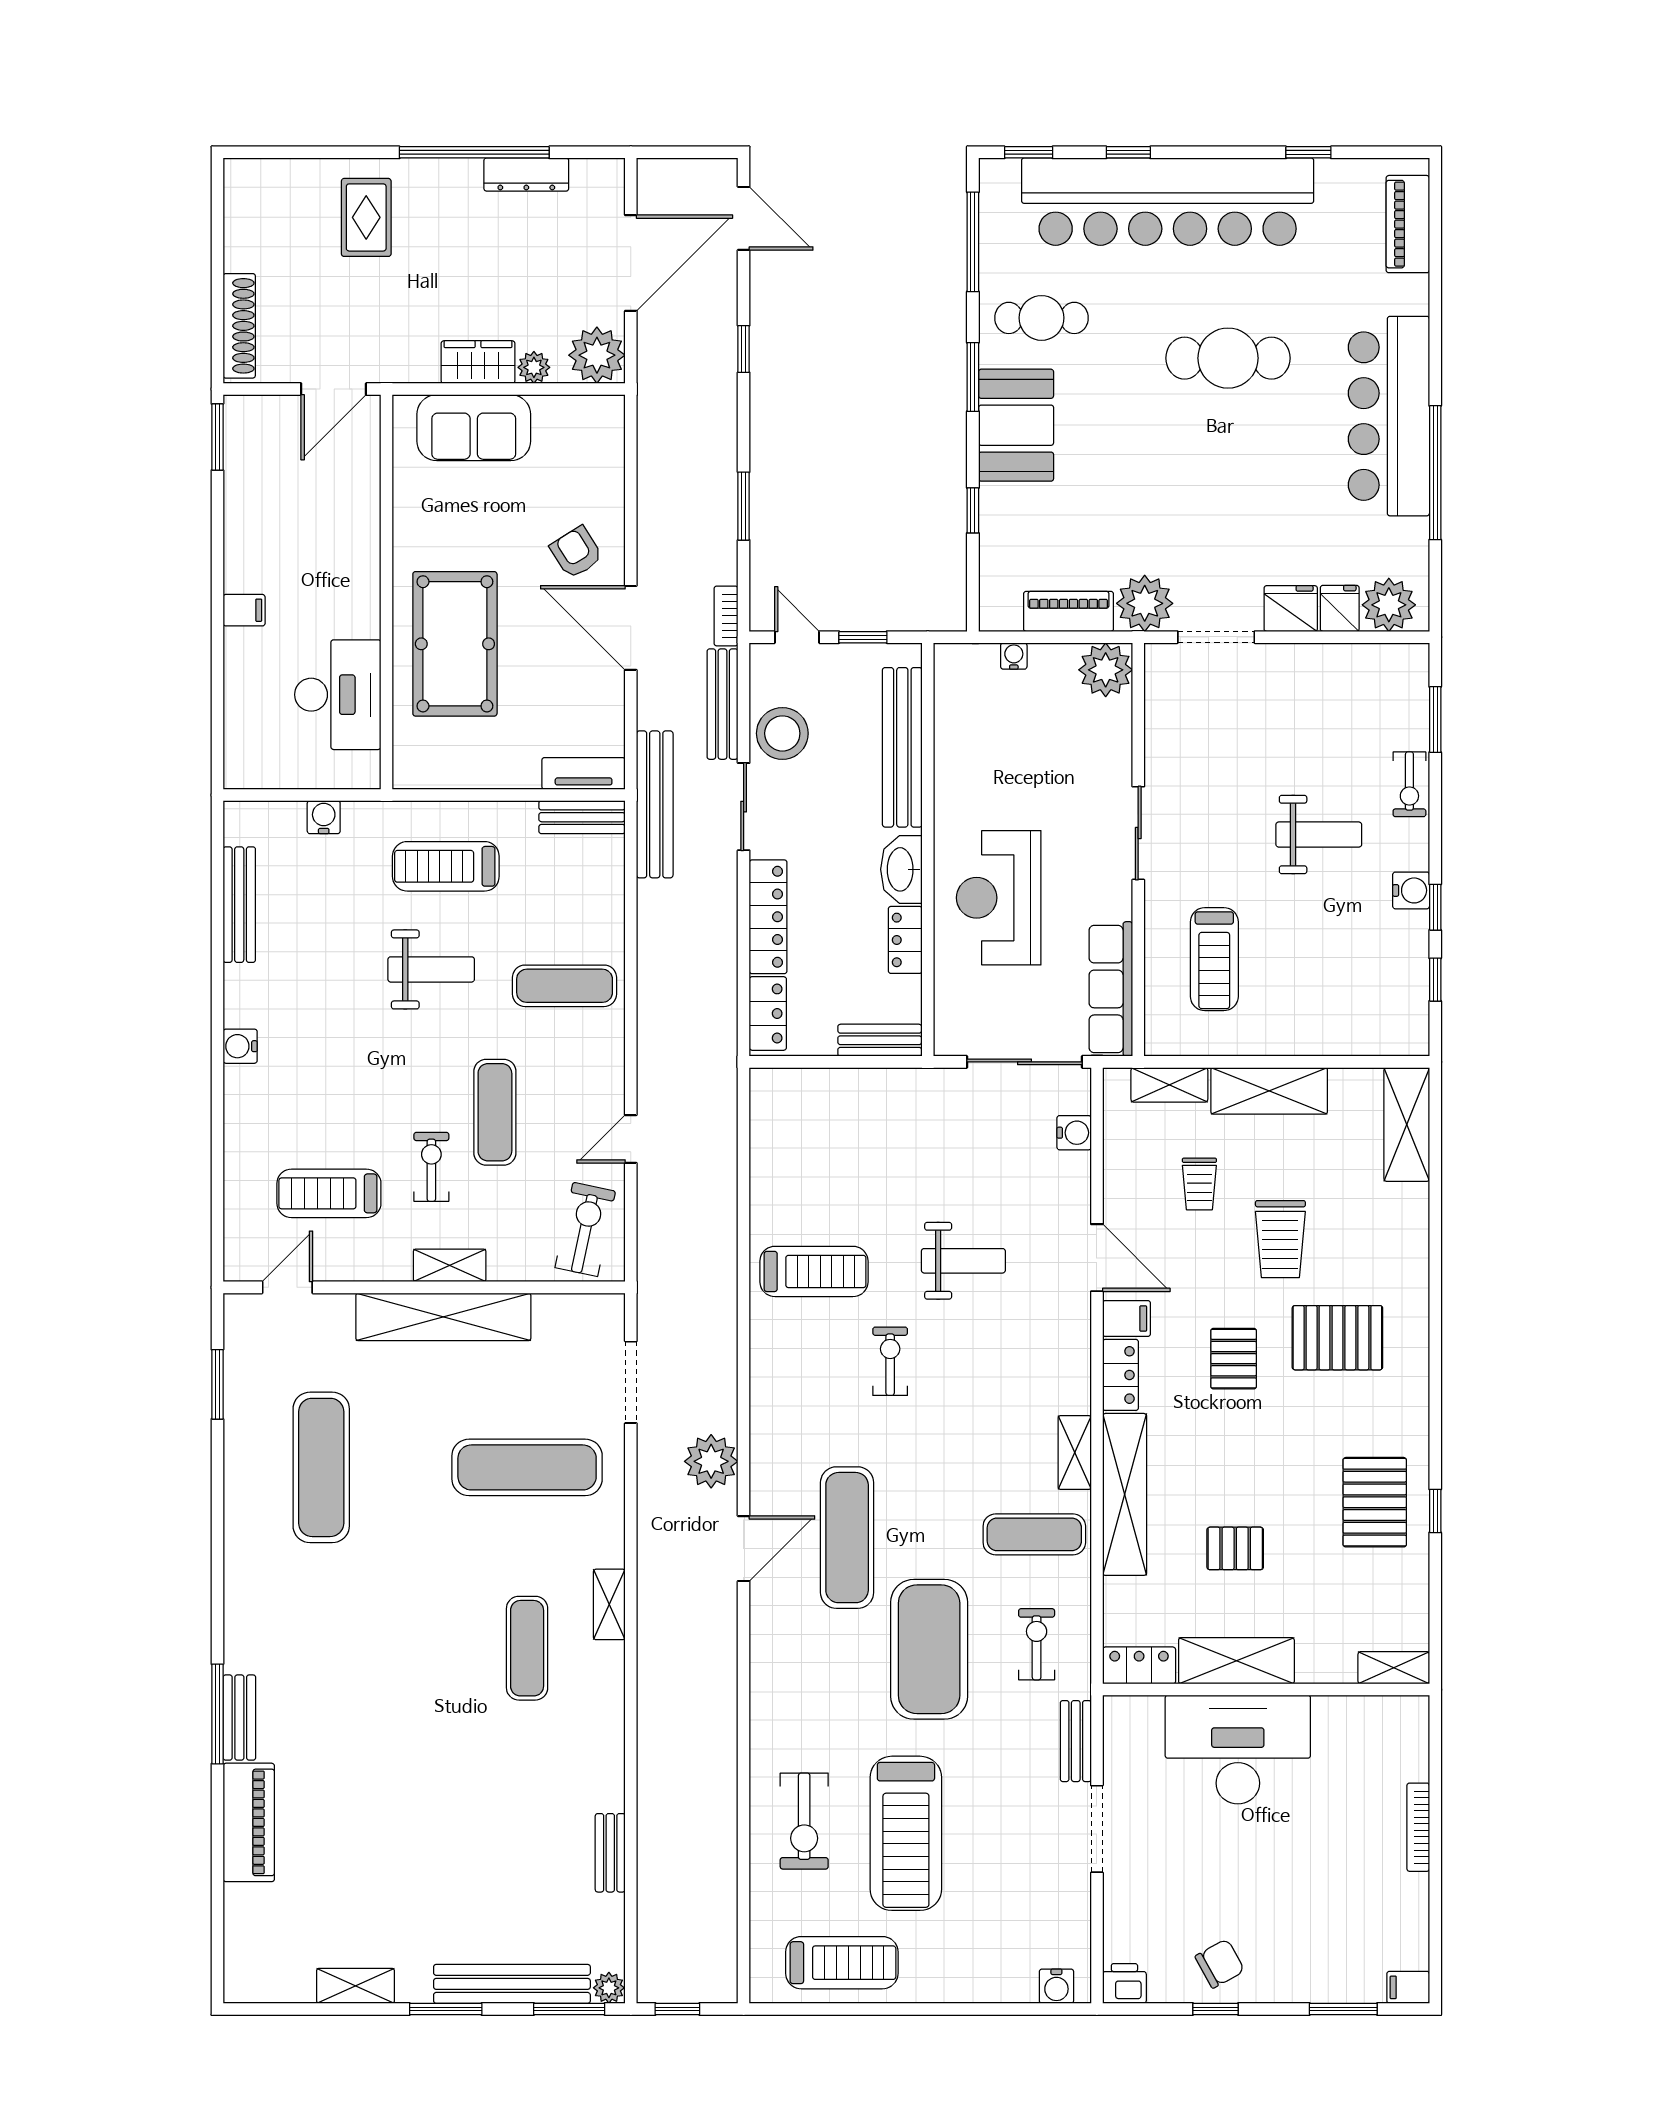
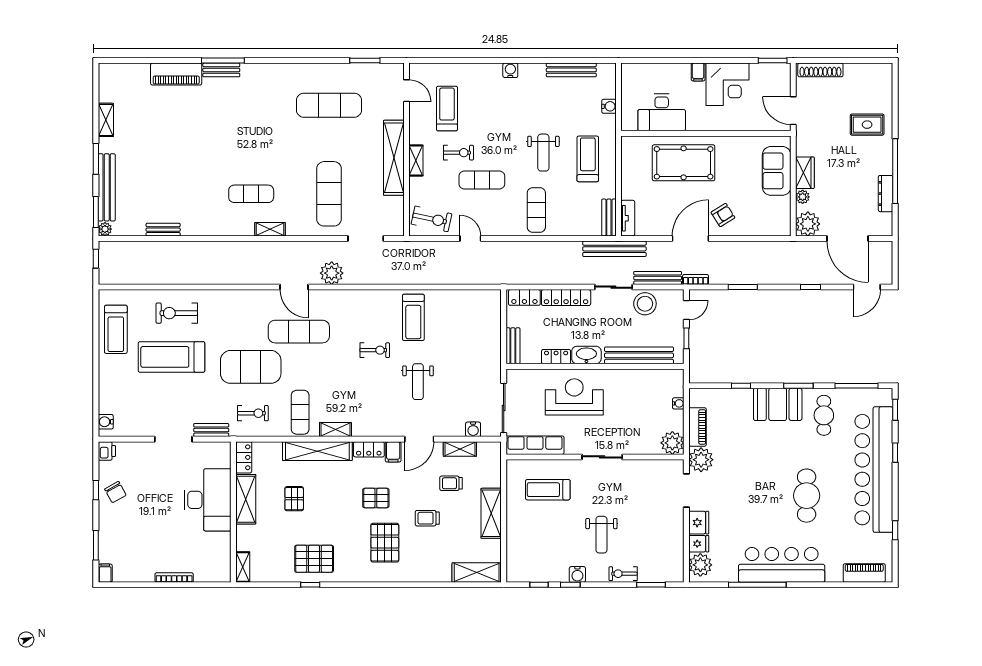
corner desk: (273, 542) -> (727, 84), added
shelving: (1169, 1085) -> (460, 449), moved, turned 90
trolley: (1280, 1239) -> (427, 518), width x0.73, depth x0.72

